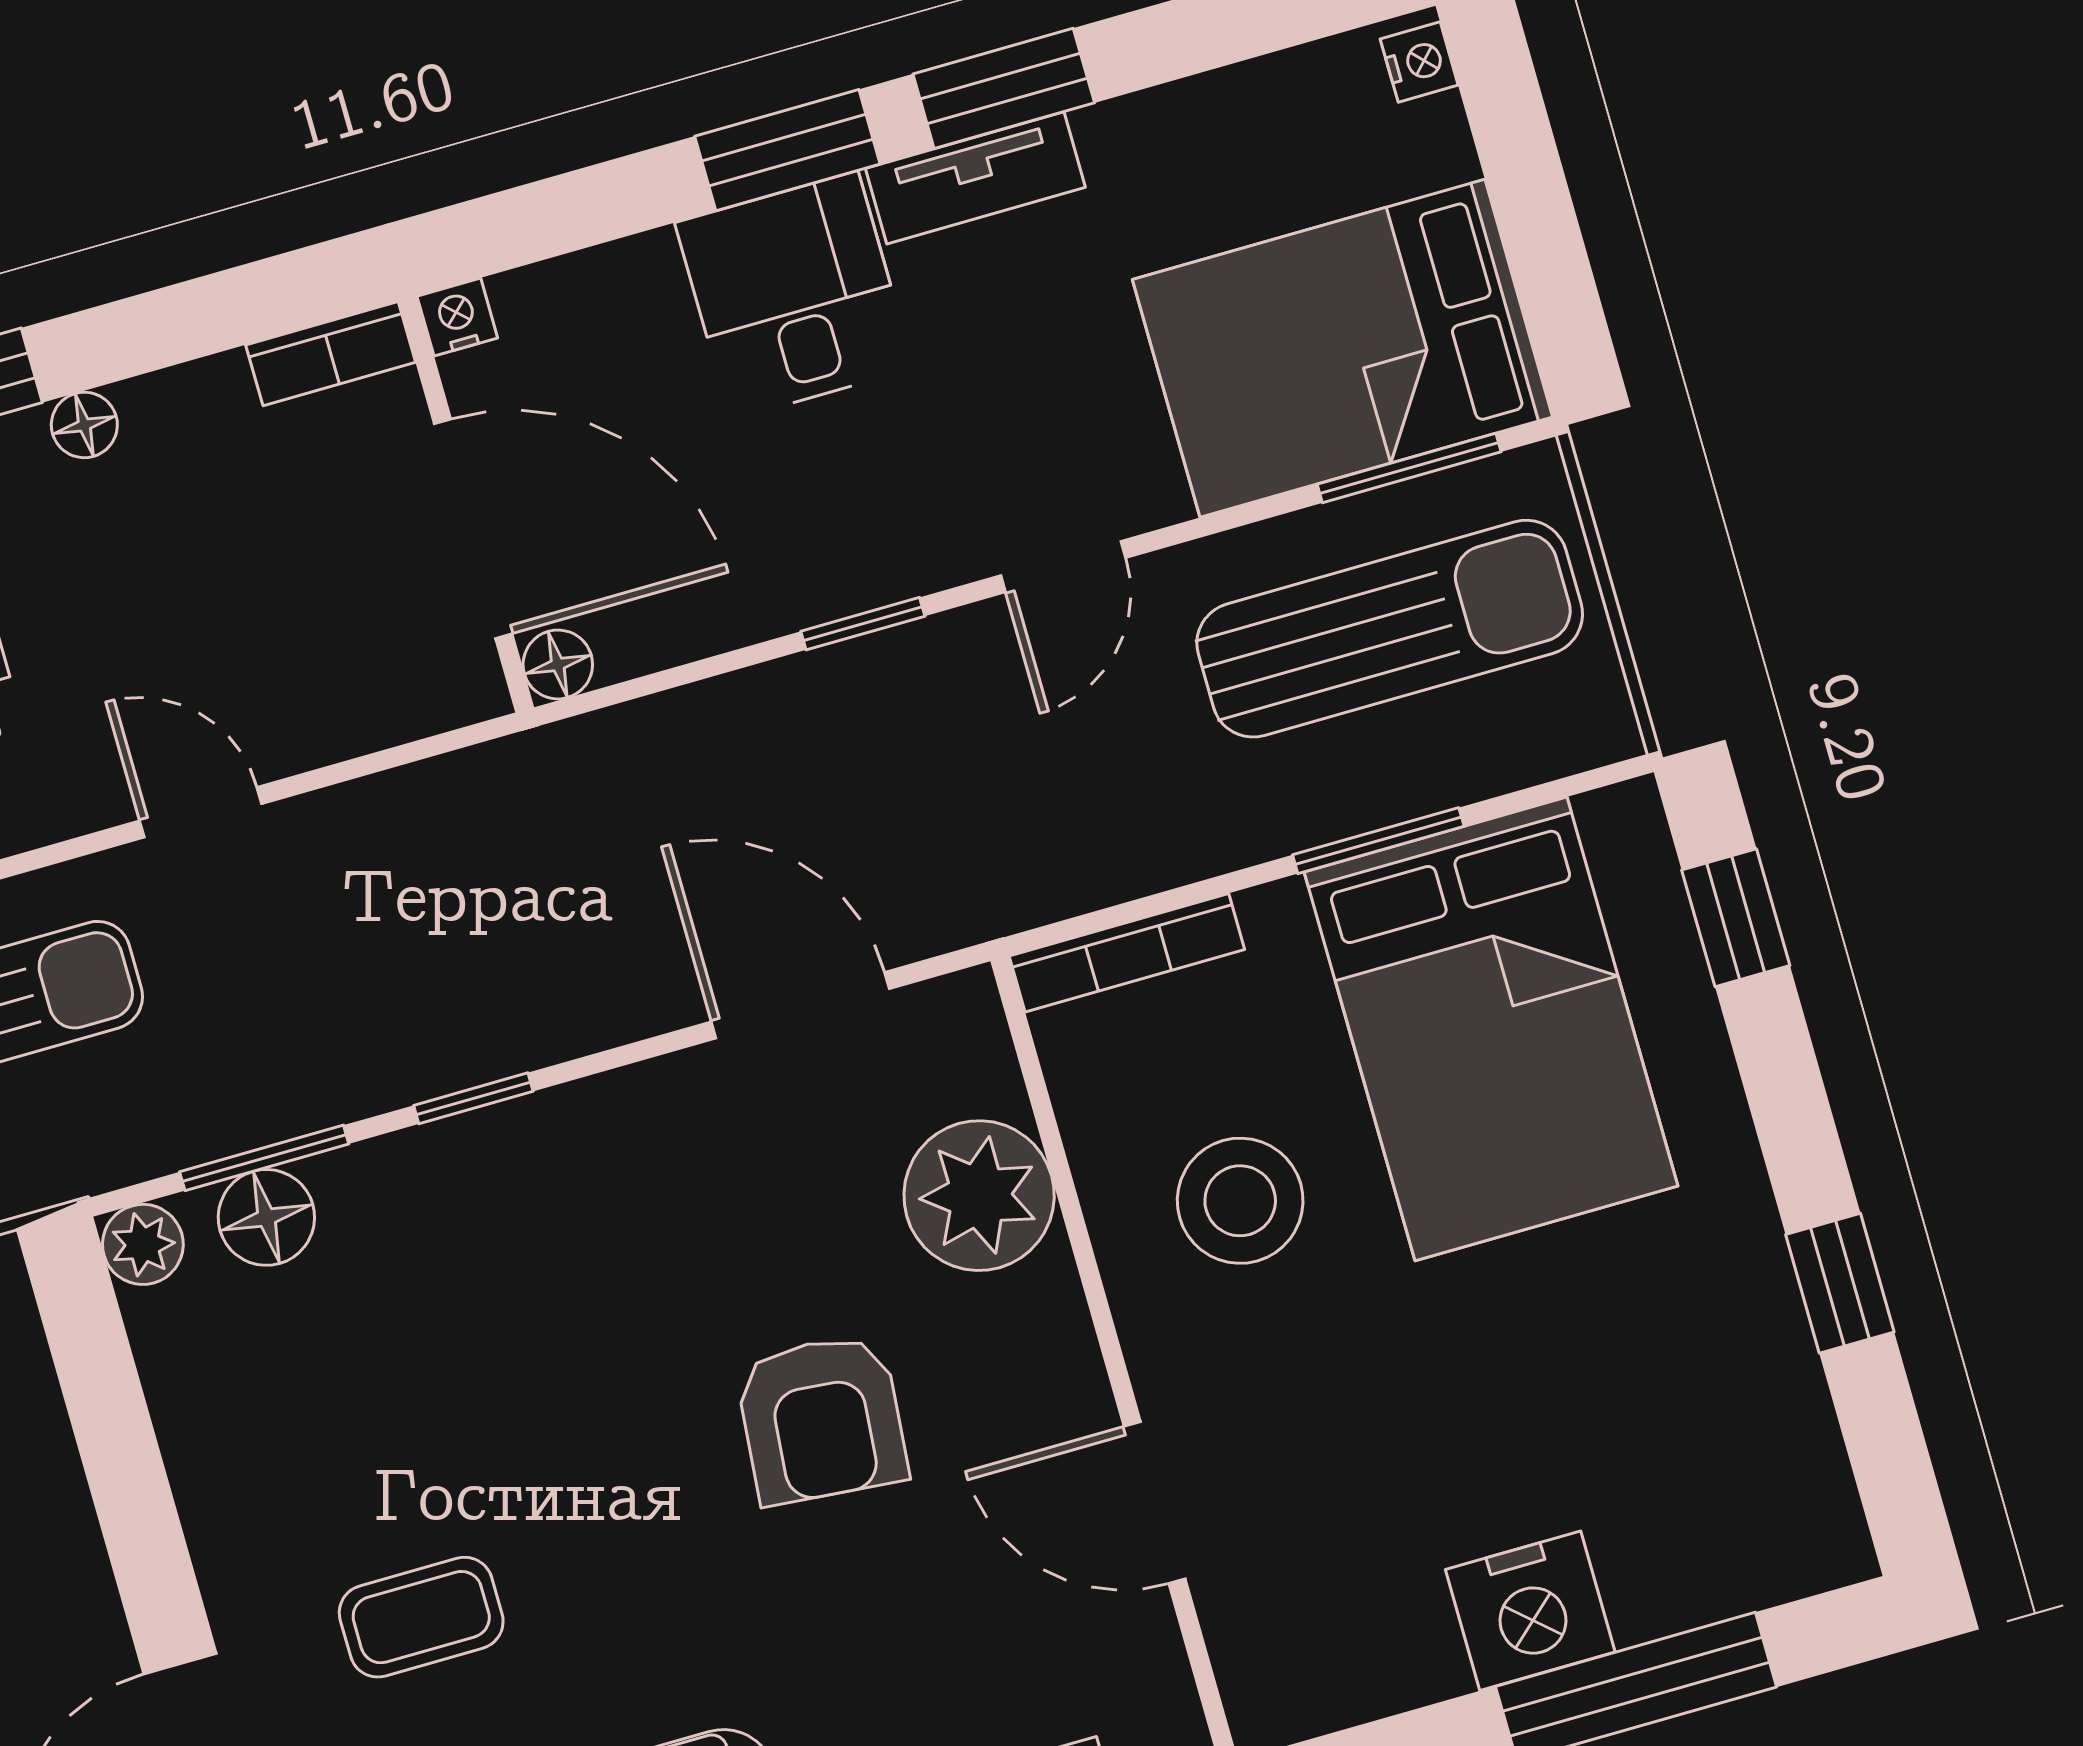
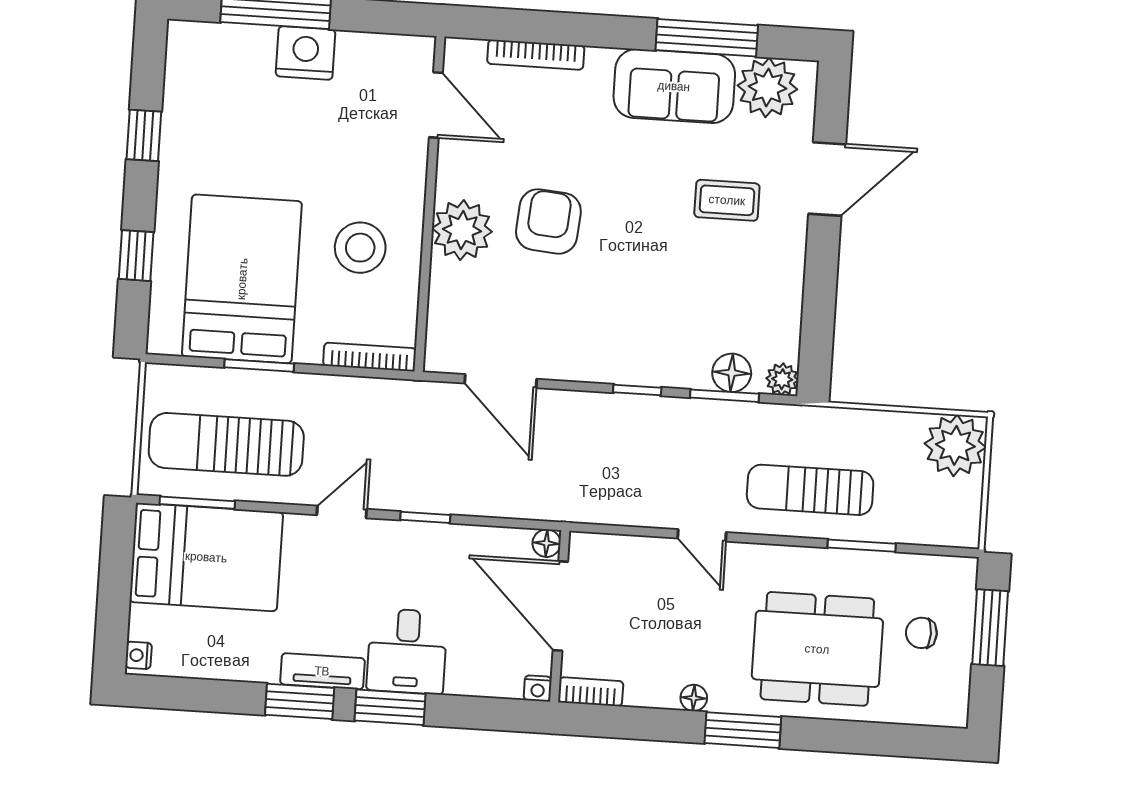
window: (1736, 918) -> (136, 256), moved
plant: (979, 1196) -> (462, 230), moved
door: (1155, 1503) -> (436, 105), moved

